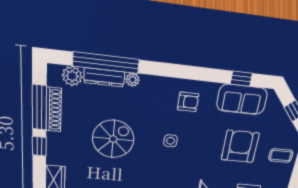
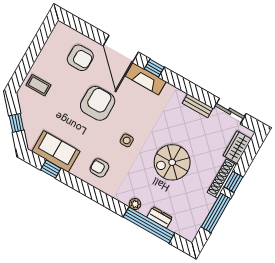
plant: (72, 76) -> (179, 226), removed
dresser: (104, 77) -> (160, 217), width x0.70
shoe rack: (54, 110) -> (222, 179), moved
armchair: (240, 146) -> (98, 103), moved, turned 180

